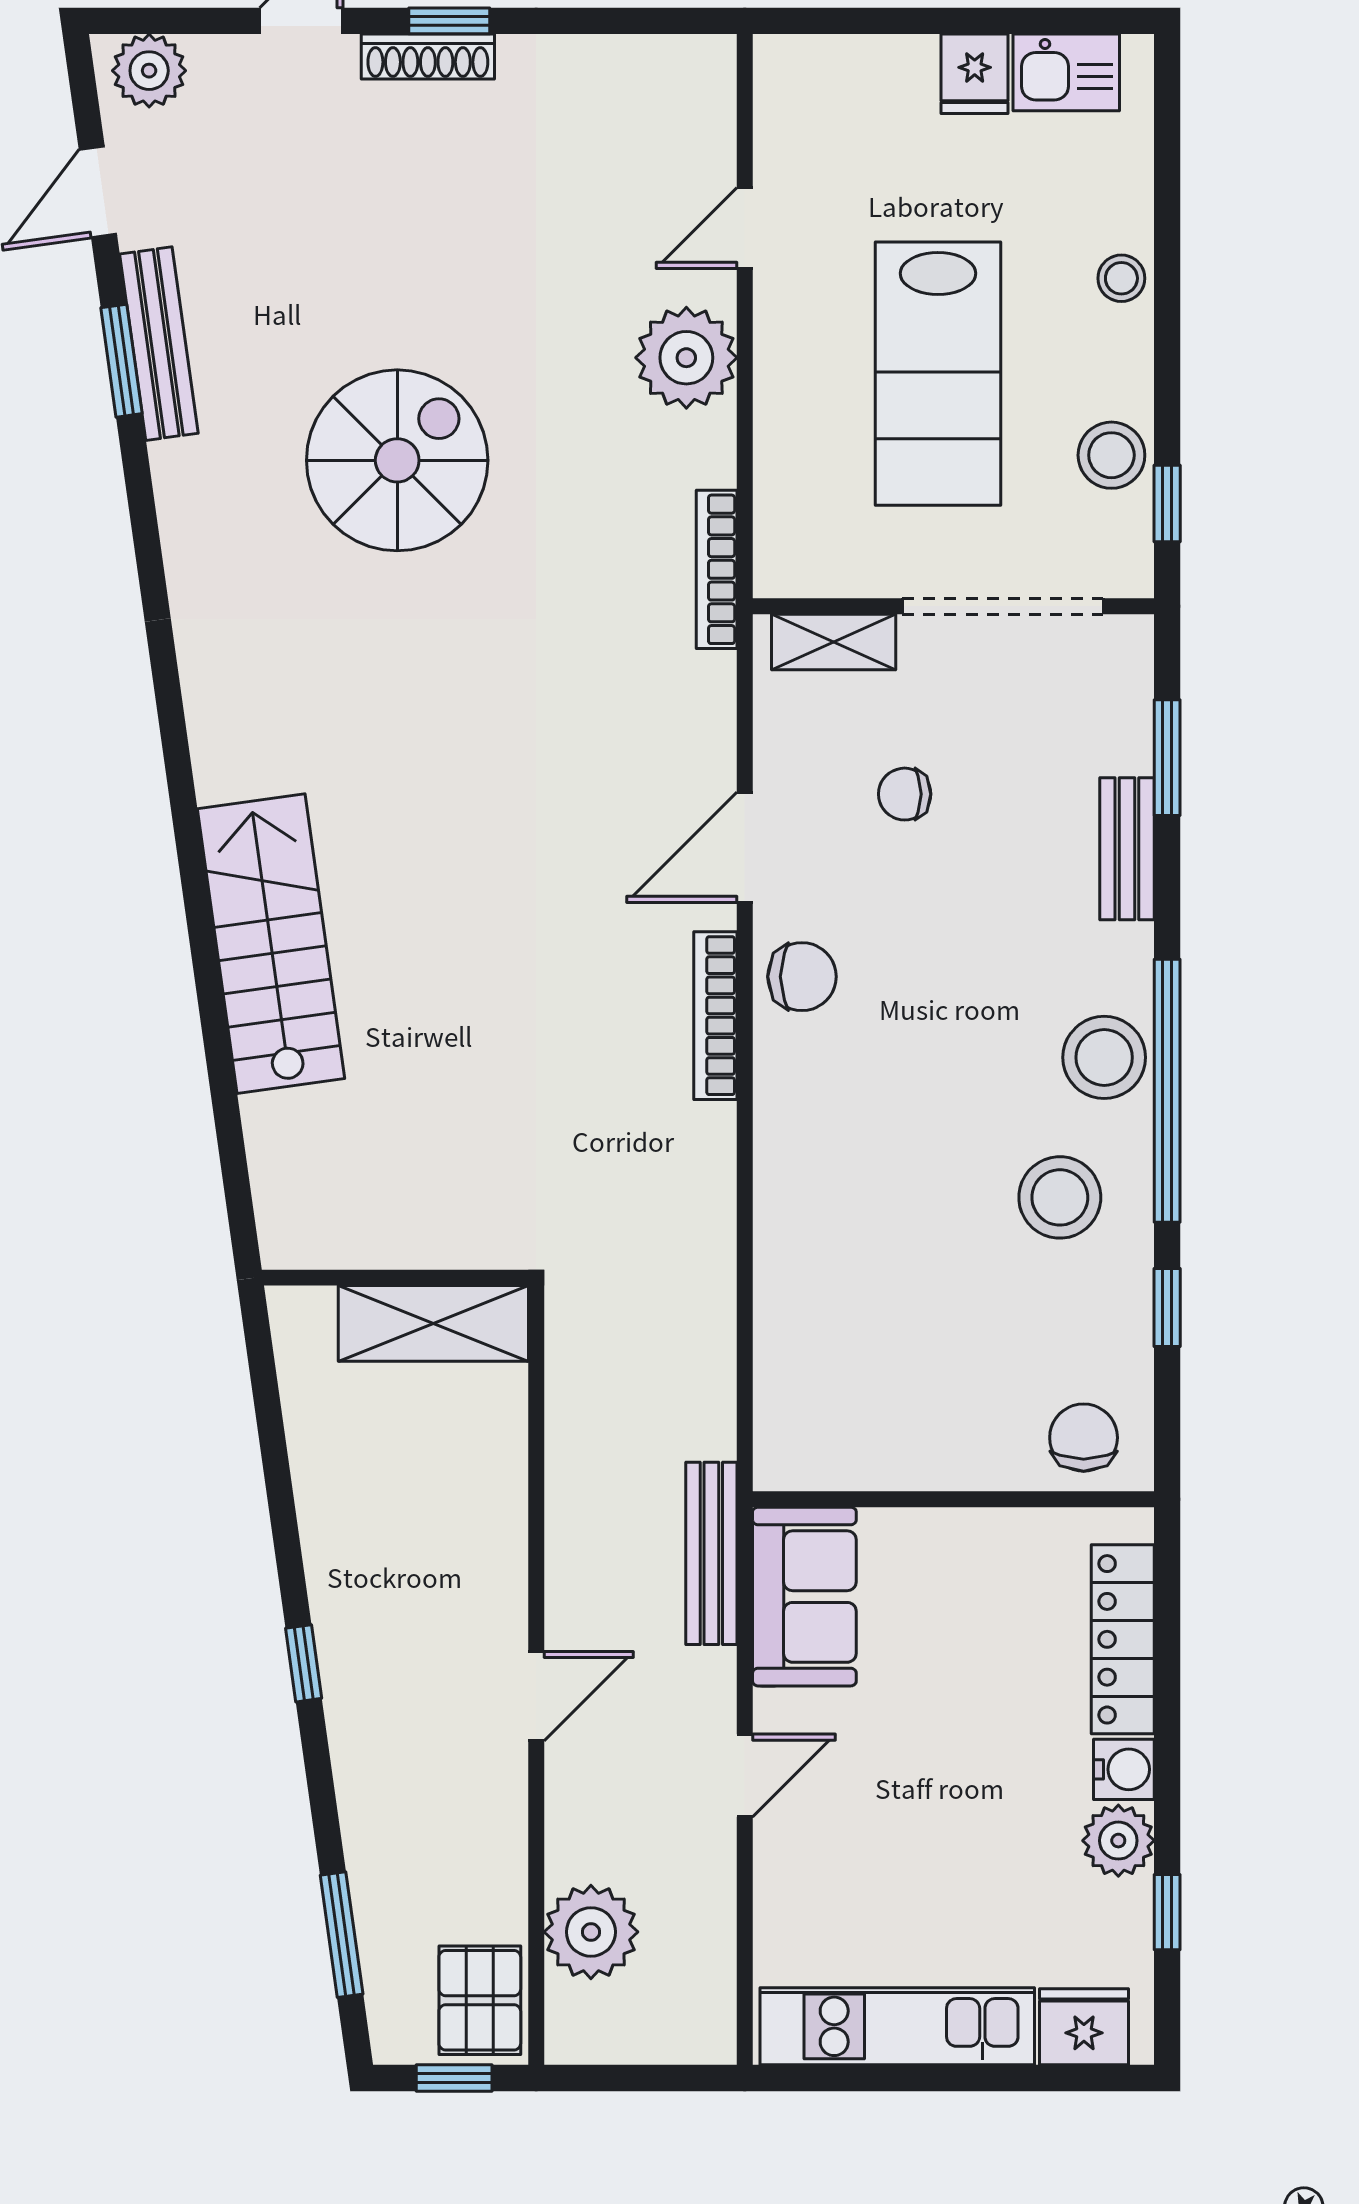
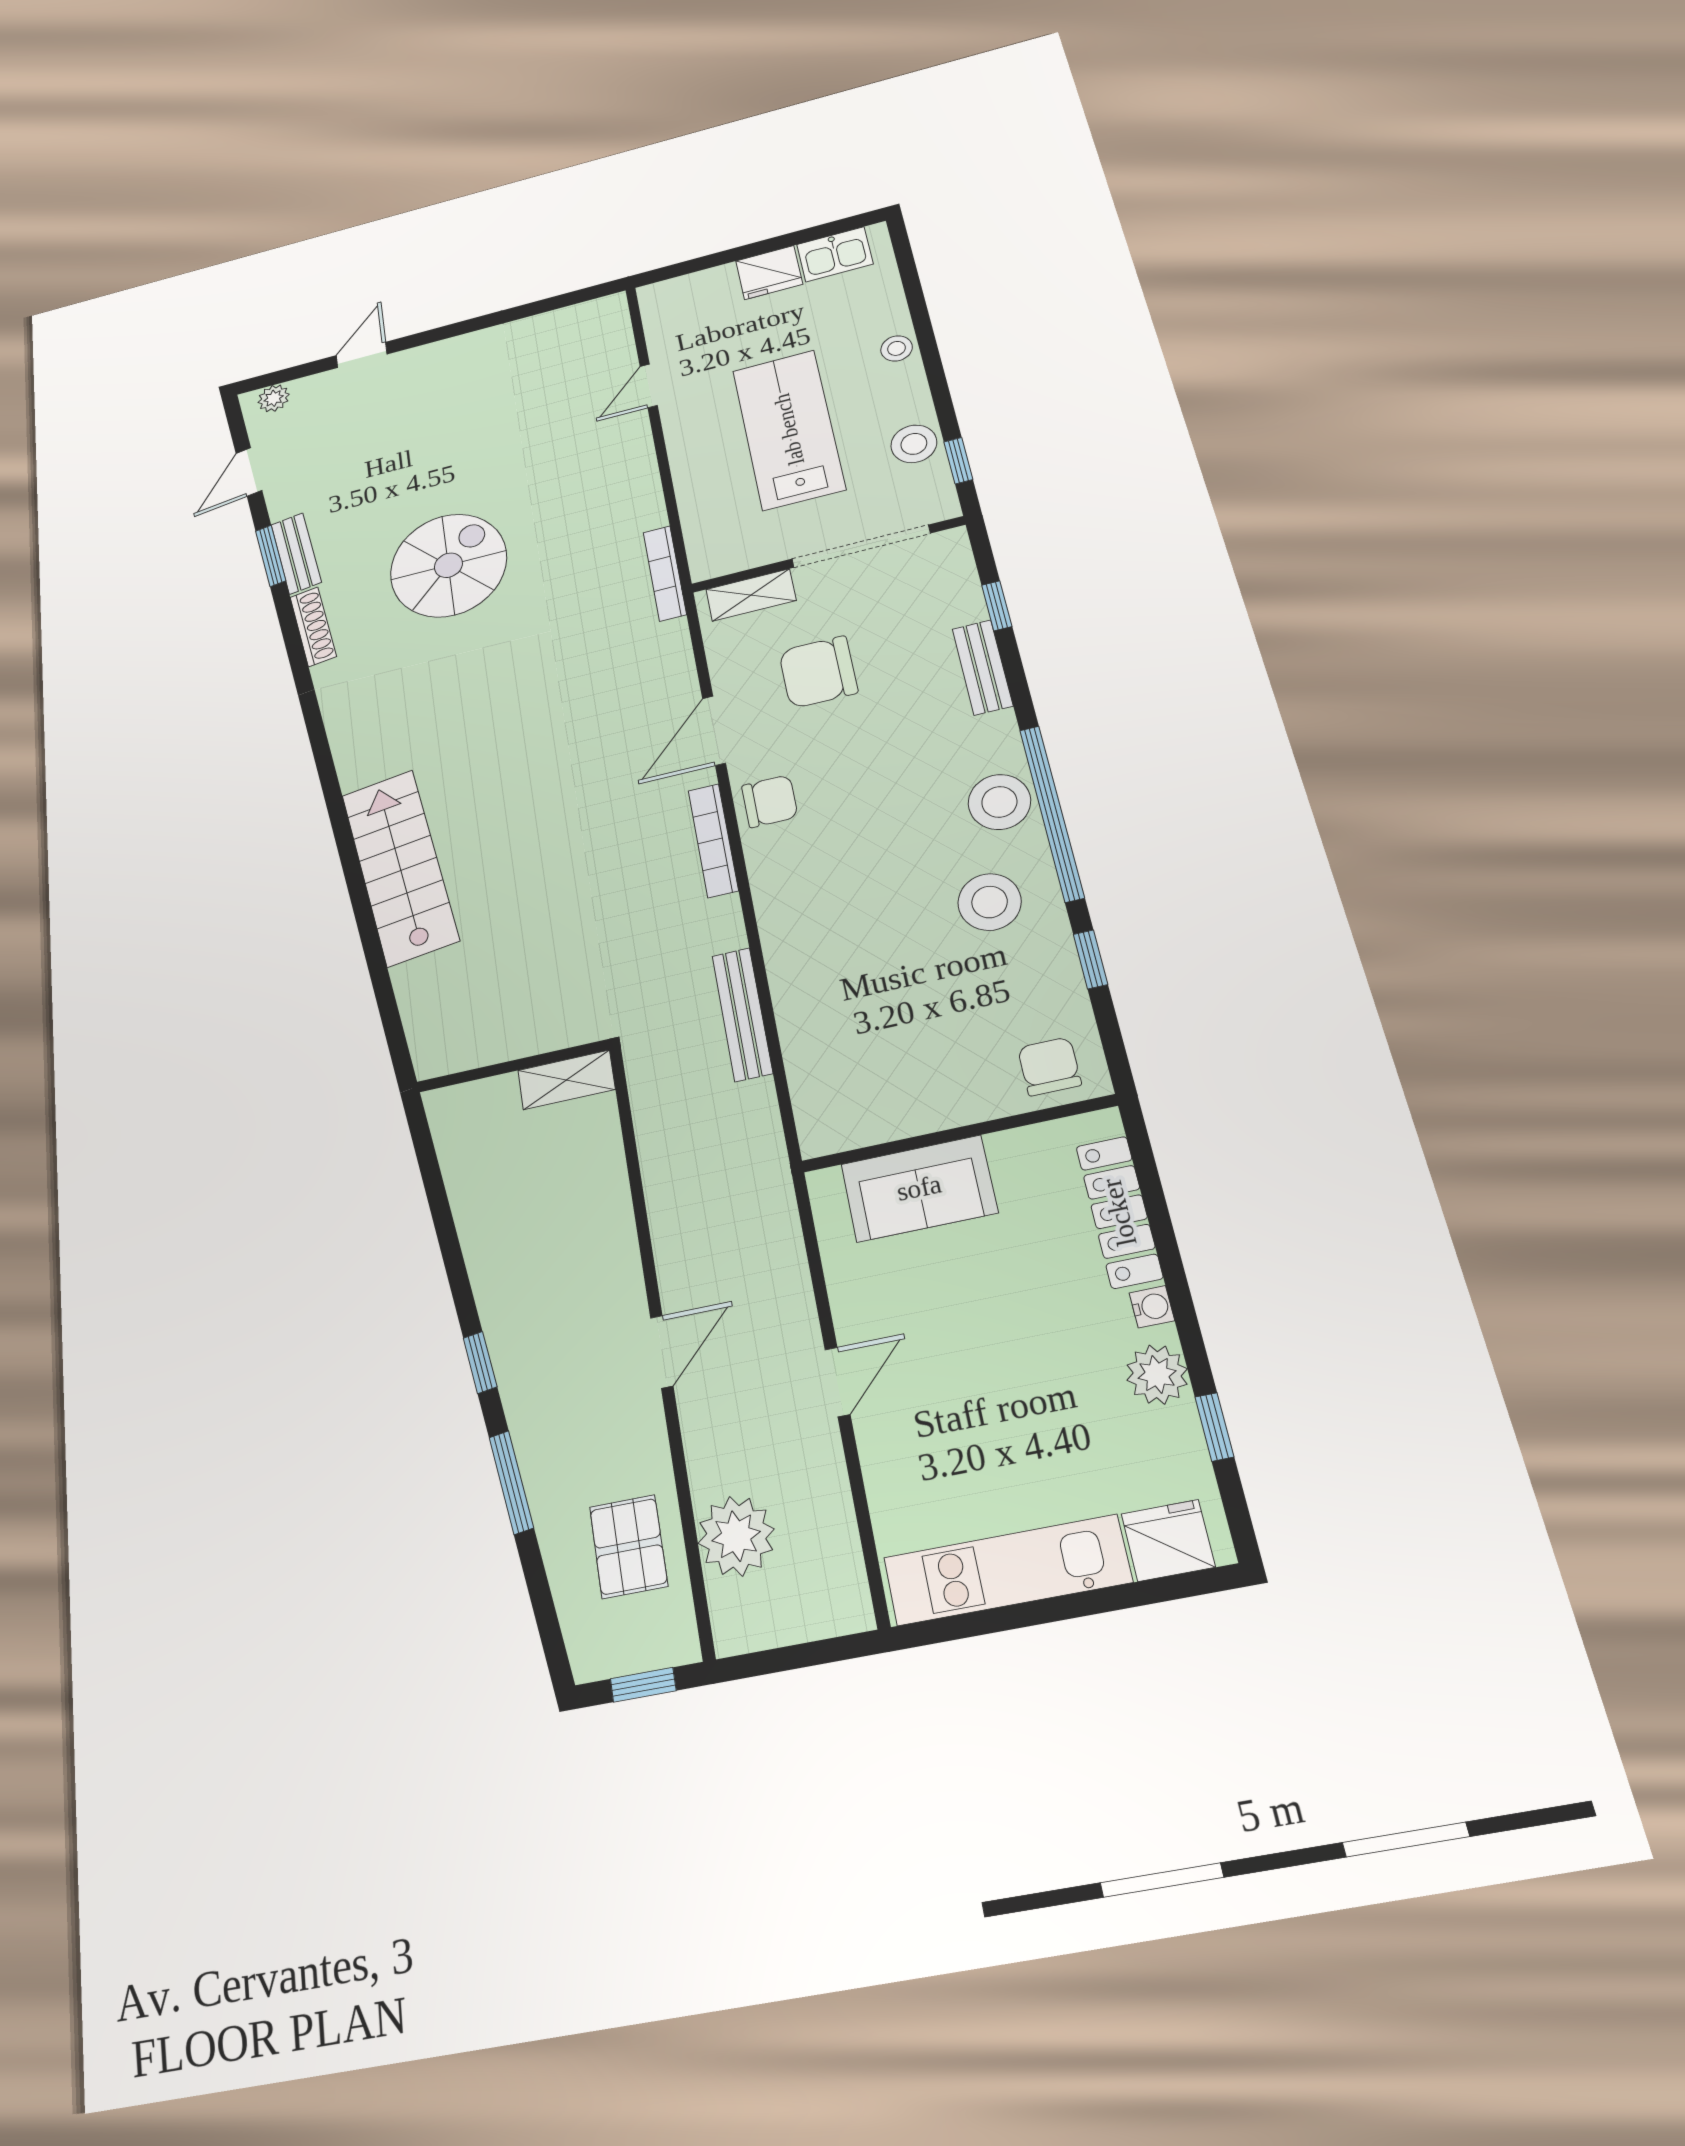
window: (449, 21) -> (450, 331), removed
shoe rack: (428, 57) -> (313, 627), moved, turned -98
plant: (149, 71) -> (274, 398), width x0.73, depth x0.73
fridge: (975, 74) -> (769, 273), width x1.38
bench: (159, 344) -> (296, 553), width x0.73
plant: (686, 358) -> (624, 463), removed
lab bench: (938, 374) -> (789, 429), turned 180
window: (1167, 758) -> (997, 606), width x0.67
chair: (905, 794) -> (818, 672), width x1.87, depth x1.87
shelving: (433, 1323) -> (566, 1080), width x0.67, depth x0.75
bench: (711, 1553) -> (742, 1014), moved
sofa: (804, 1597) -> (919, 1188), moved, turned 90
water cooler: (1124, 1769) -> (1152, 1307), width x0.72, depth x0.72
window: (342, 1935) -> (511, 1482), moved
pallet: (480, 2000) -> (629, 1546), moved

